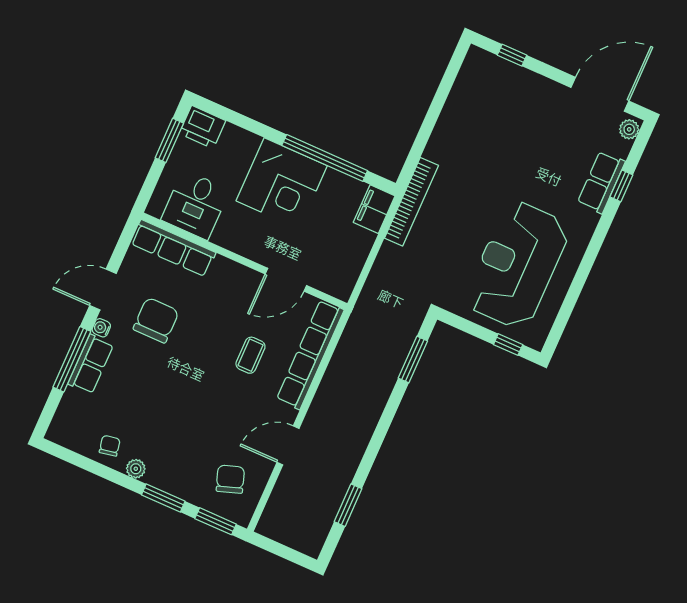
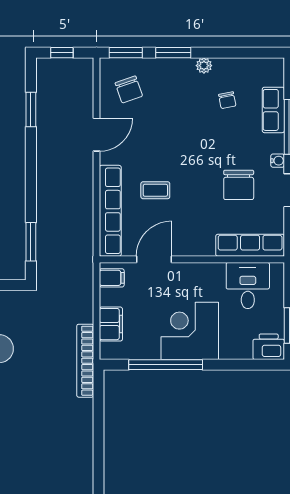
filing cabinet: (374, 209) -> (111, 324), moved
filing cabinet: (342, 280) -> (112, 278), added
coffee table: (250, 355) -> (155, 190), turned 90
row of seats: (91, 364) -> (273, 110), moved
chair: (110, 446) -> (227, 100), moved
window: (286, 553) -> (62, 53), added

